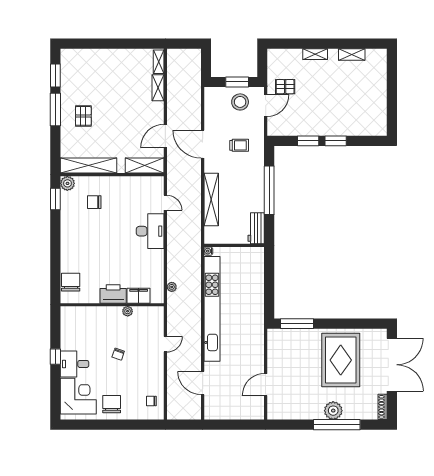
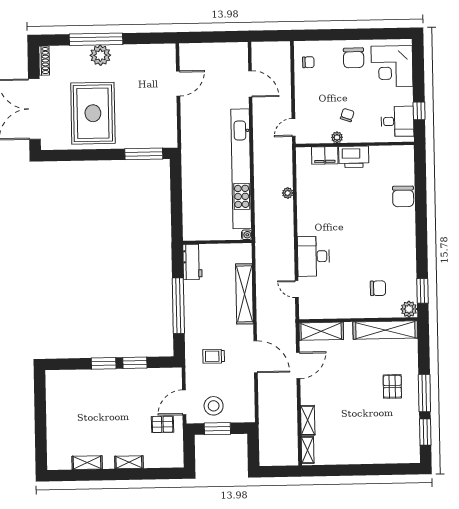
printer: (113, 294) -> (354, 157), moved
filing cabinet: (139, 296) -> (325, 155), moved
wall: (112, 305) -> (355, 144), moved
plant: (128, 311) -> (337, 137), moved
desk: (74, 364) -> (397, 121), moved

